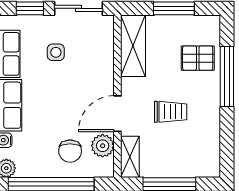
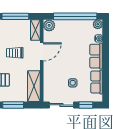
plant: (103, 146) -> (49, 25), moved
chair: (70, 151) -> (66, 33), removed

